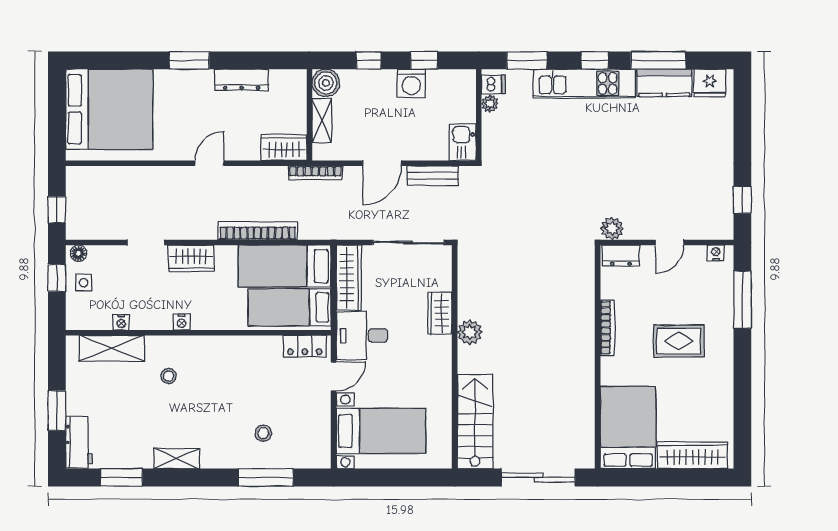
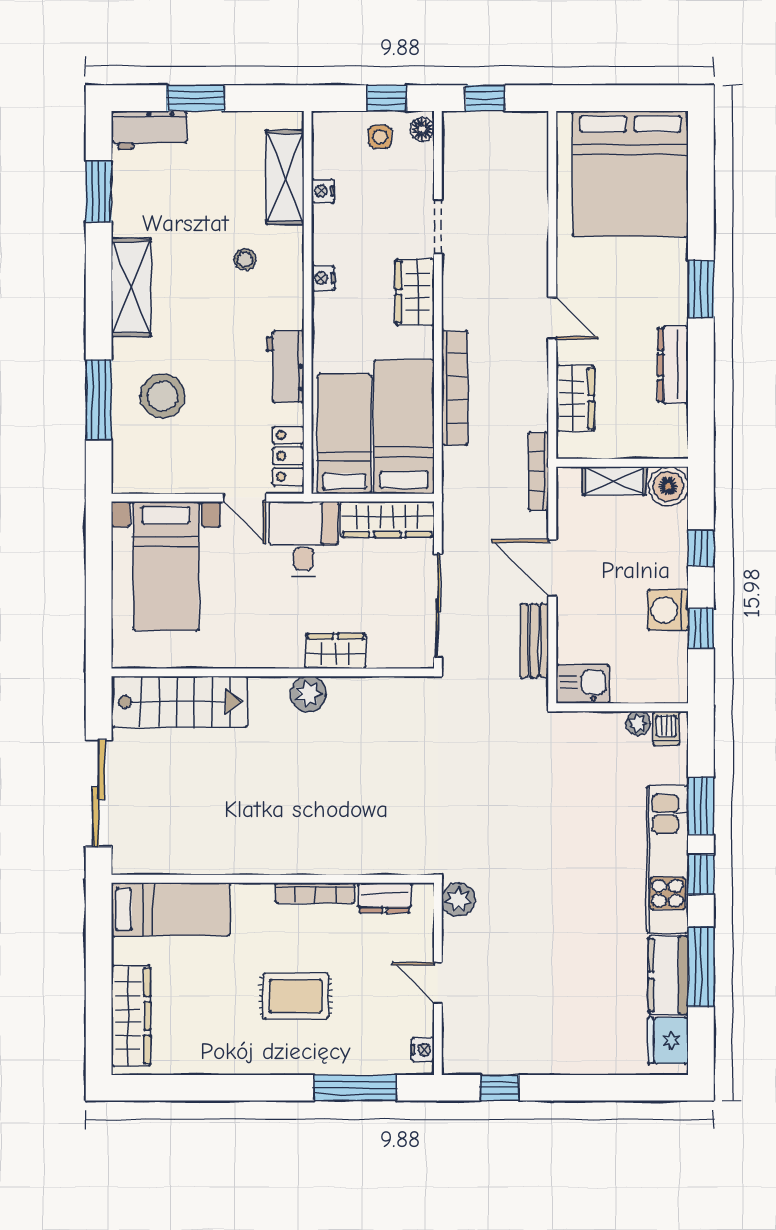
window: (527, 60) -> (701, 806), moved
wardrobe: (284, 147) -> (575, 398), moved
dresser: (621, 256) -> (384, 898), moved, turned -90
rug: (679, 341) -> (296, 996), turned 90
workbench: (243, 348) -> (285, 367), added
bed: (628, 428) -> (171, 909), width x0.67
stool: (263, 433) -> (163, 396), width x1.89, depth x1.89
shelving: (177, 458) -> (131, 287), width x1.50, depth x1.33

